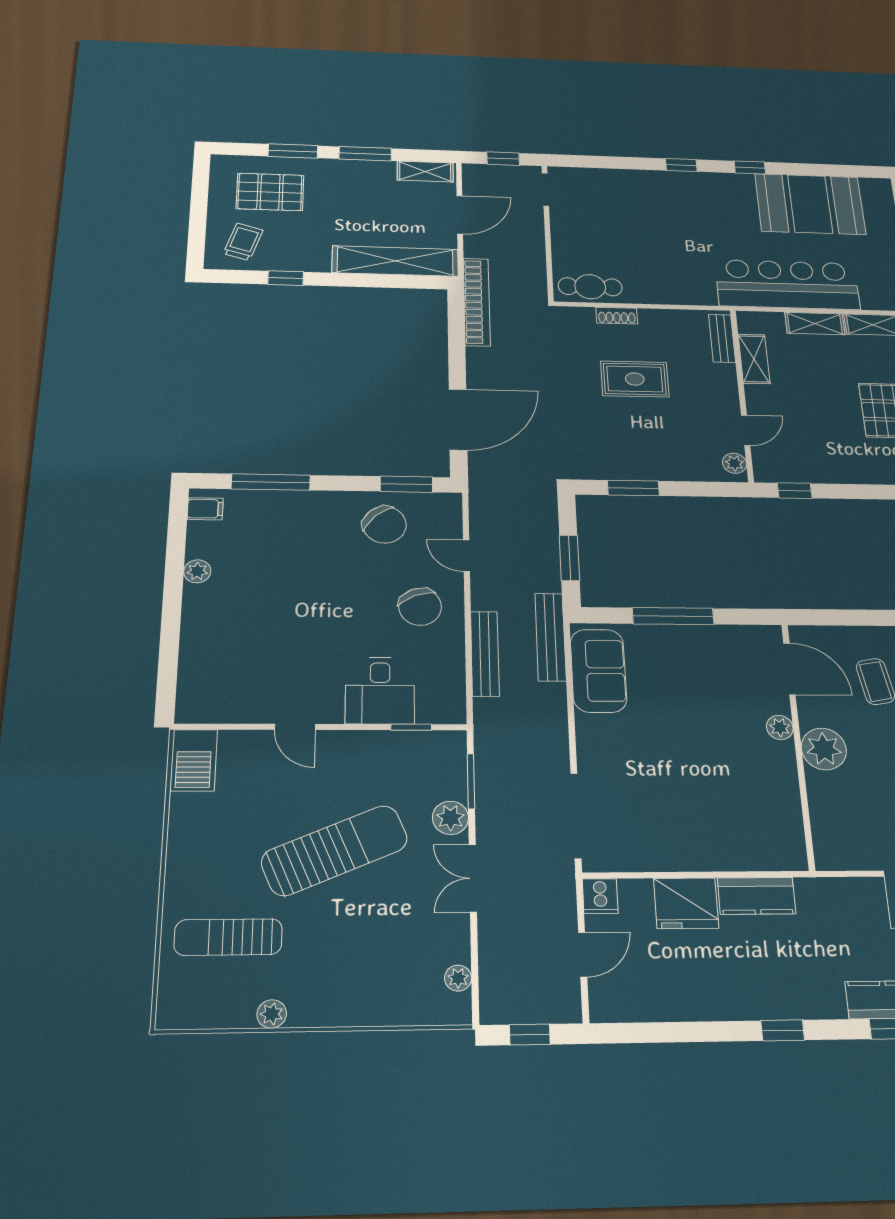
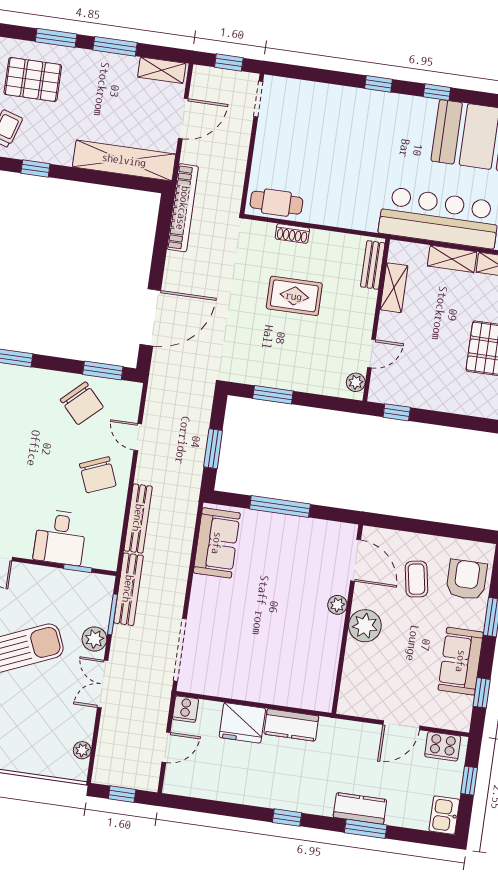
bench: (550, 637) -> (128, 589), moved

